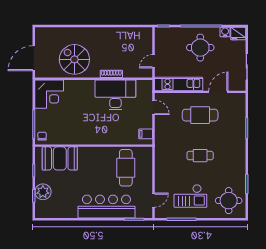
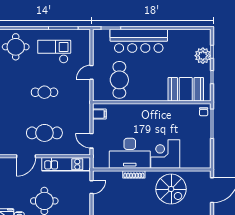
corner desk: (49, 94) -> (165, 154), moved
door: (153, 200) -> (91, 72), moved

